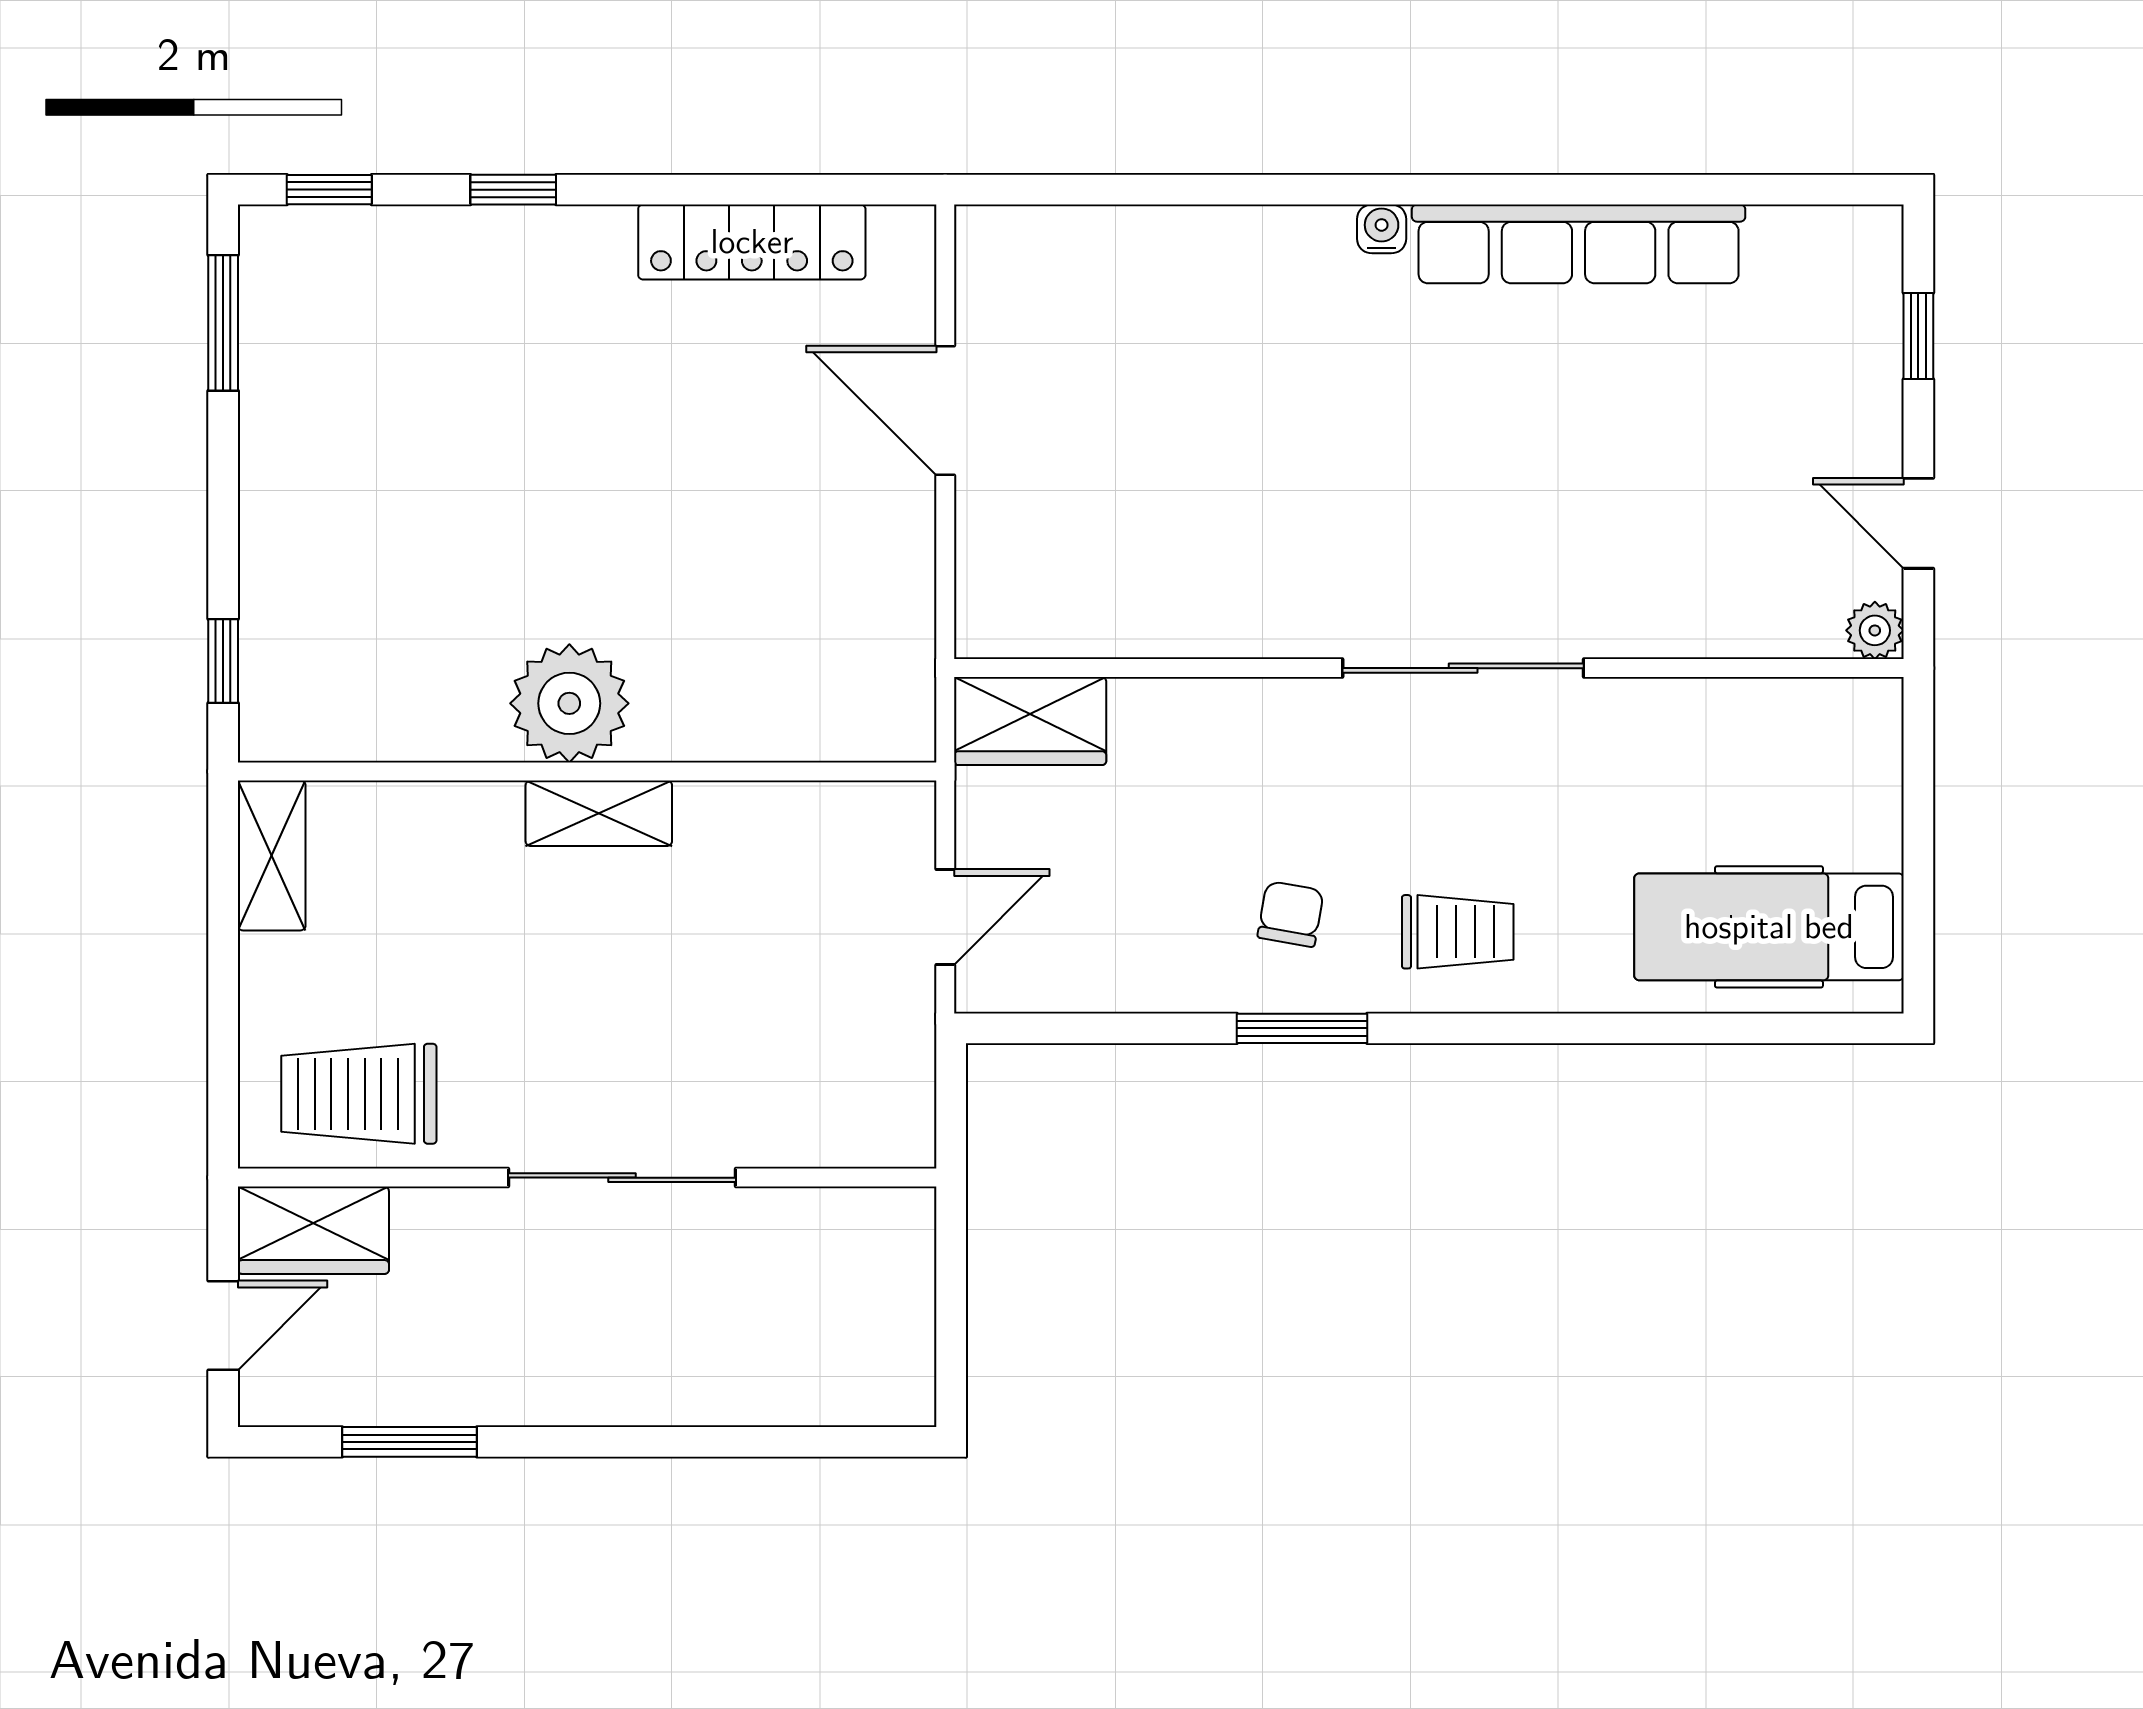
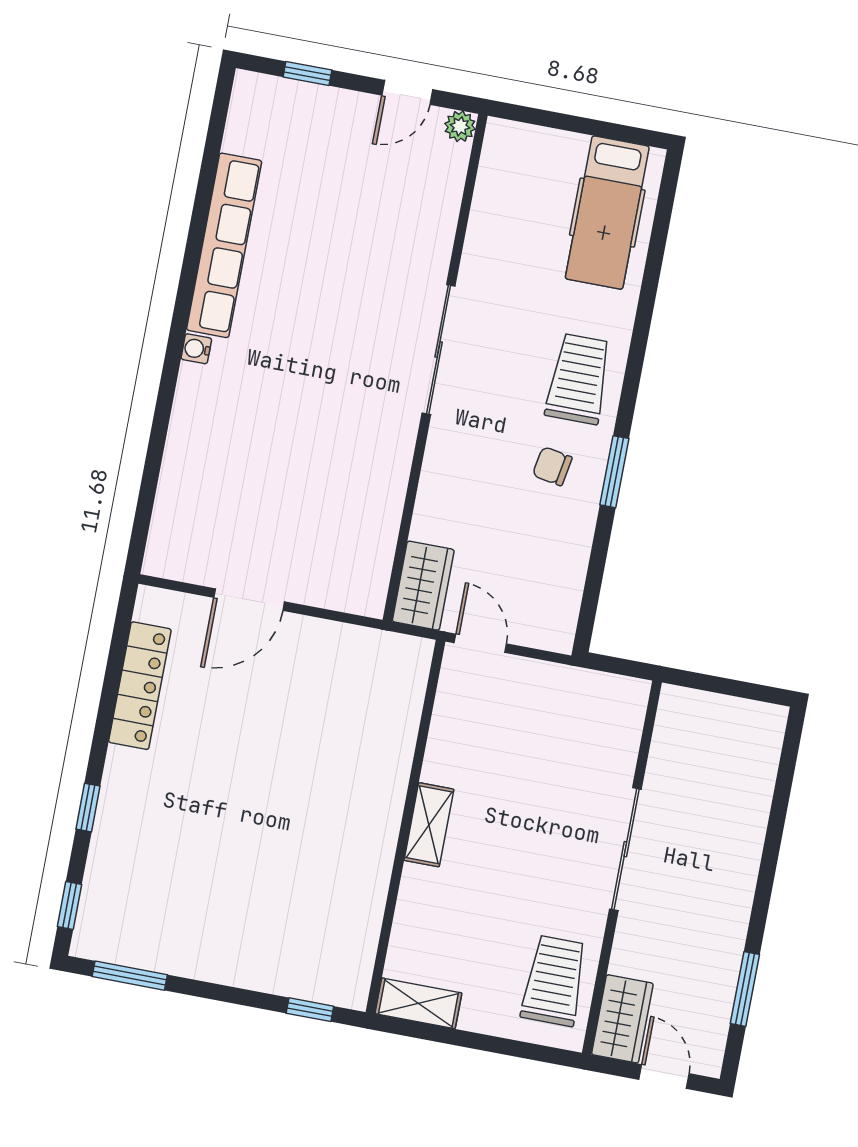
plant: (569, 703) -> (367, 829), removed
door: (945, 917) -> (480, 643), moved
trolley: (1458, 932) -> (579, 379), width x1.36, depth x1.39
trolley: (359, 1094) -> (554, 981), turned 180

